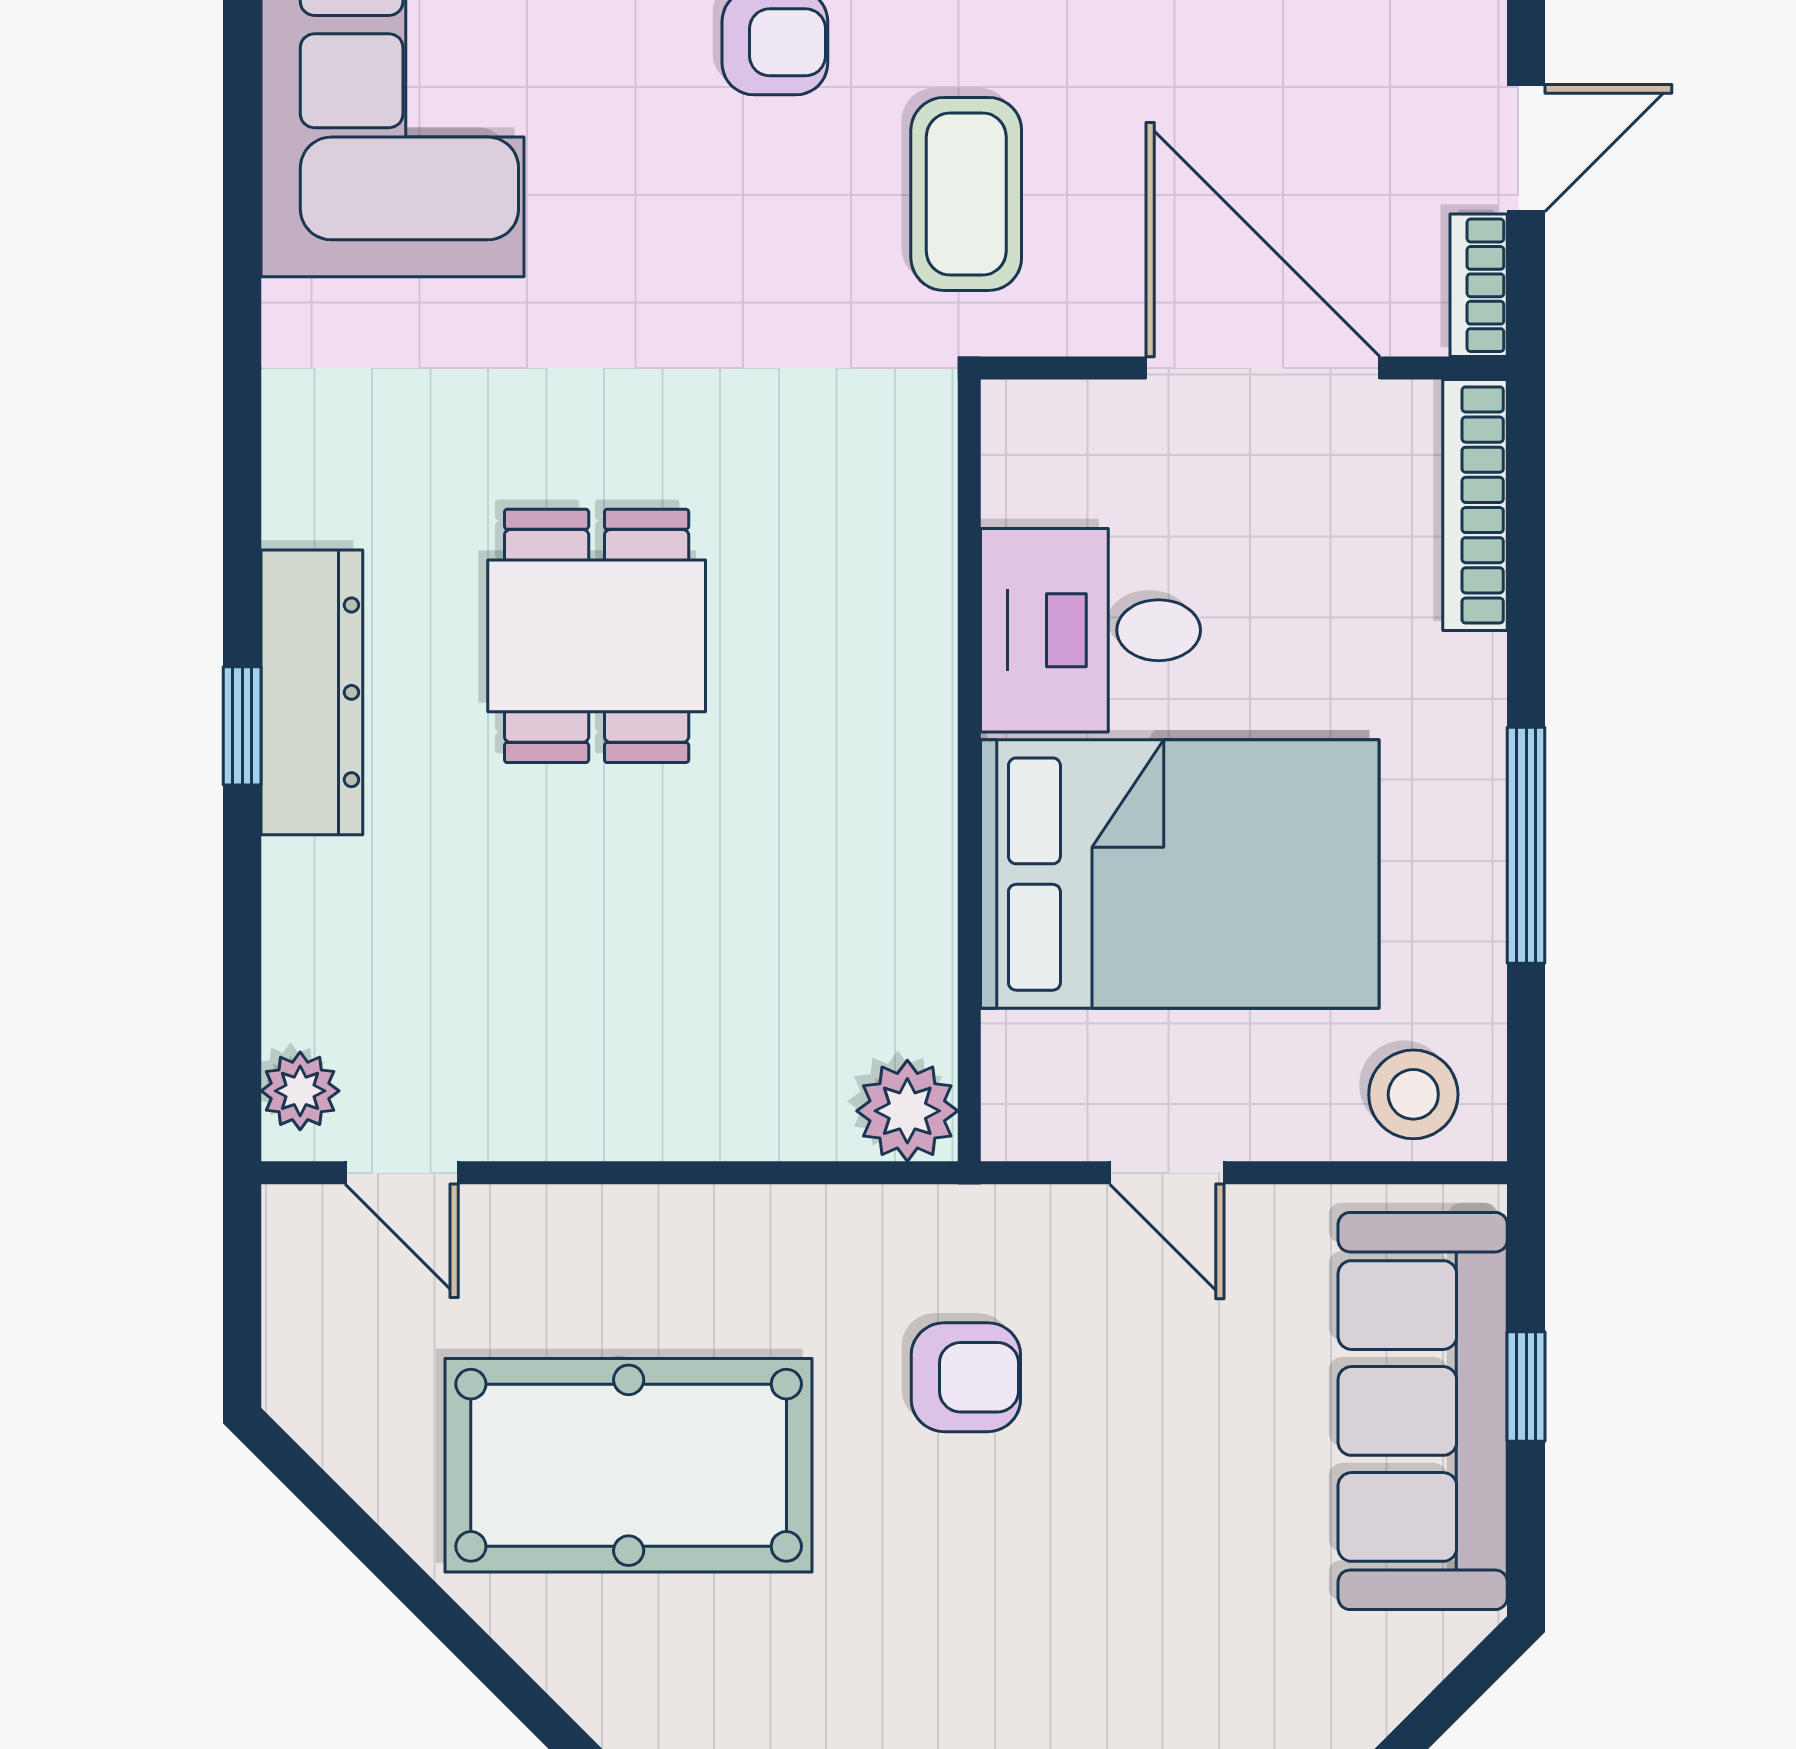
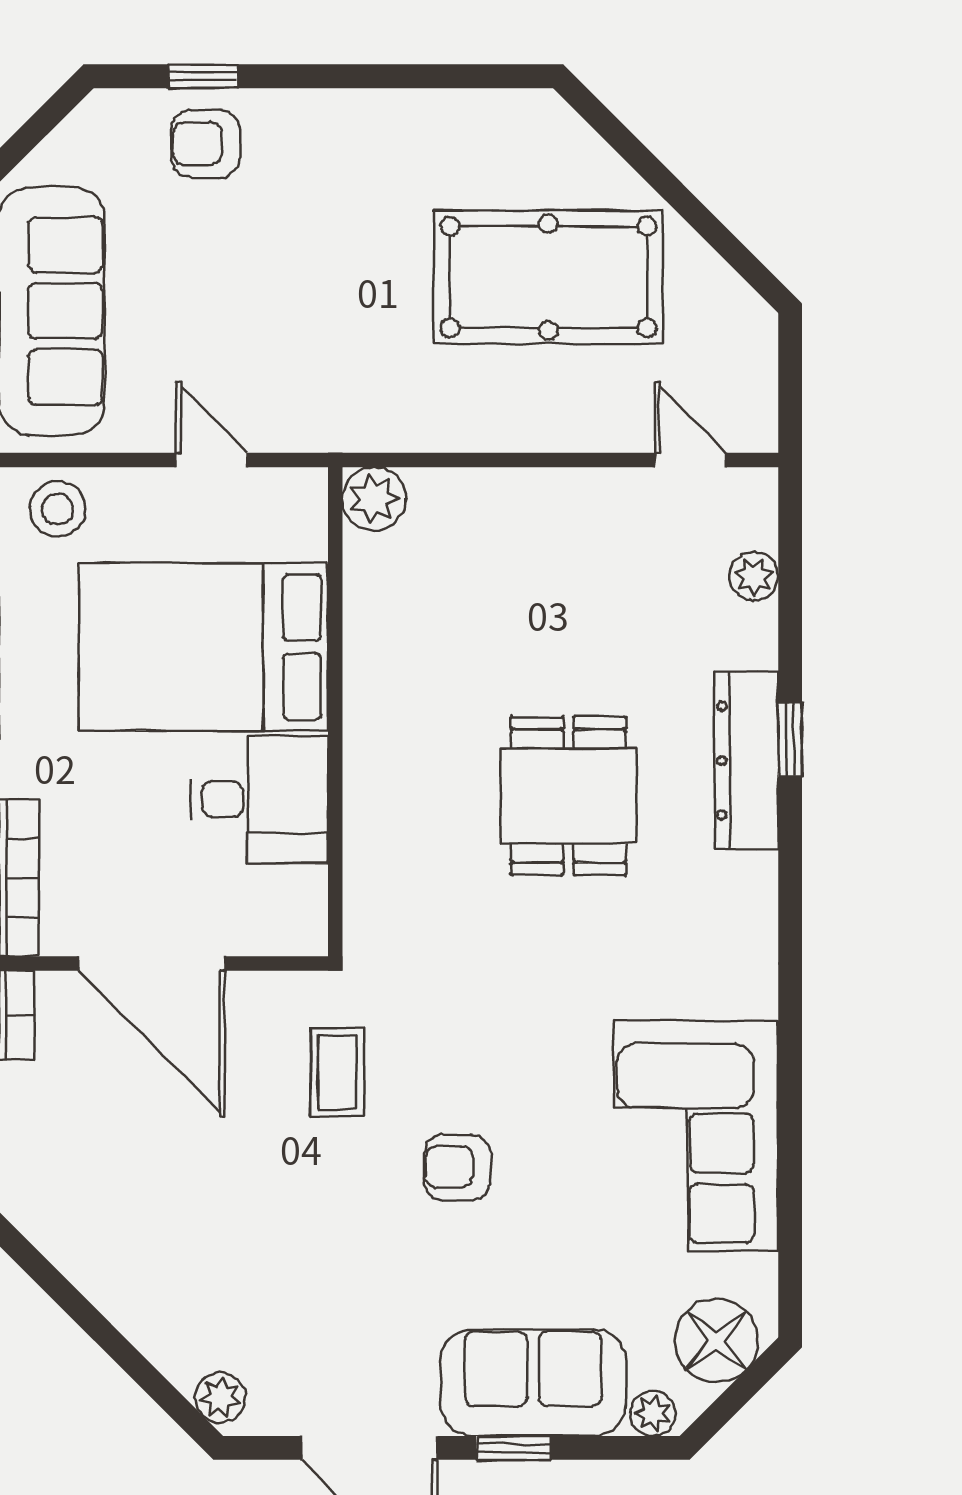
coffee table: (966, 194) -> (337, 1072), width x0.73, depth x0.77
plant: (300, 1091) -> (754, 576), moved
armchair: (966, 1377) -> (205, 144), moved

